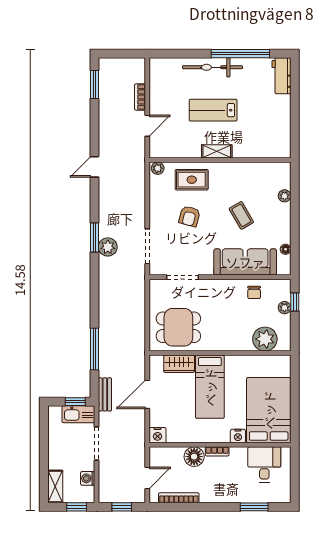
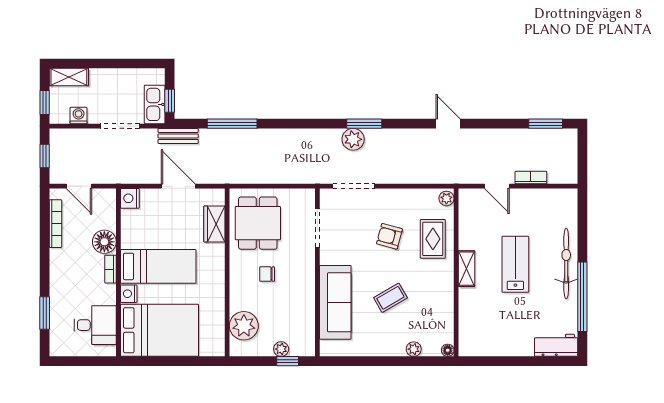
floor lamp: (286, 249) -> (448, 350), moved
chair: (254, 292) -> (267, 274), moved
bed: (210, 387) -> (158, 266), moved, turned 180

